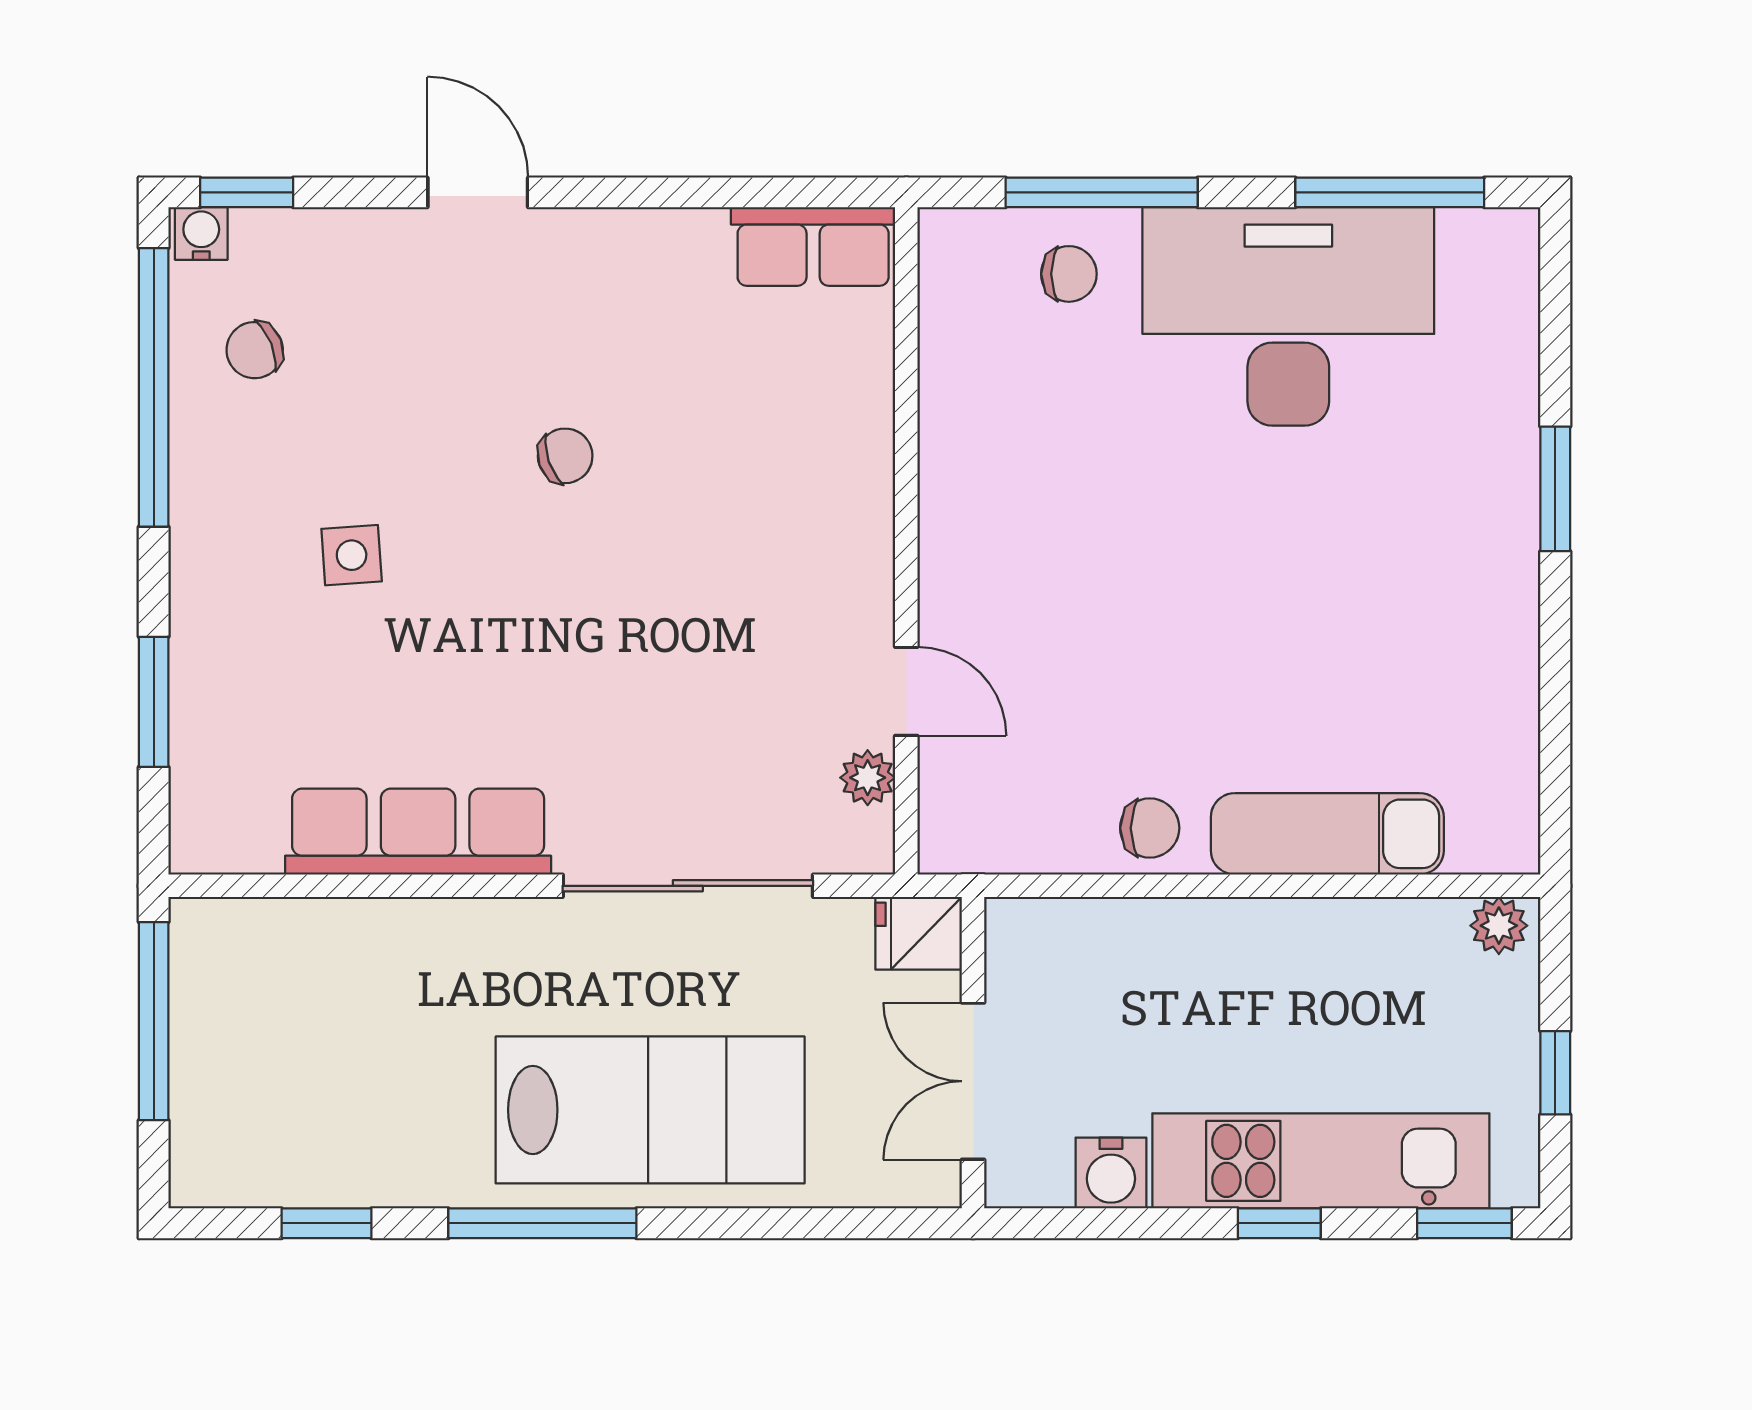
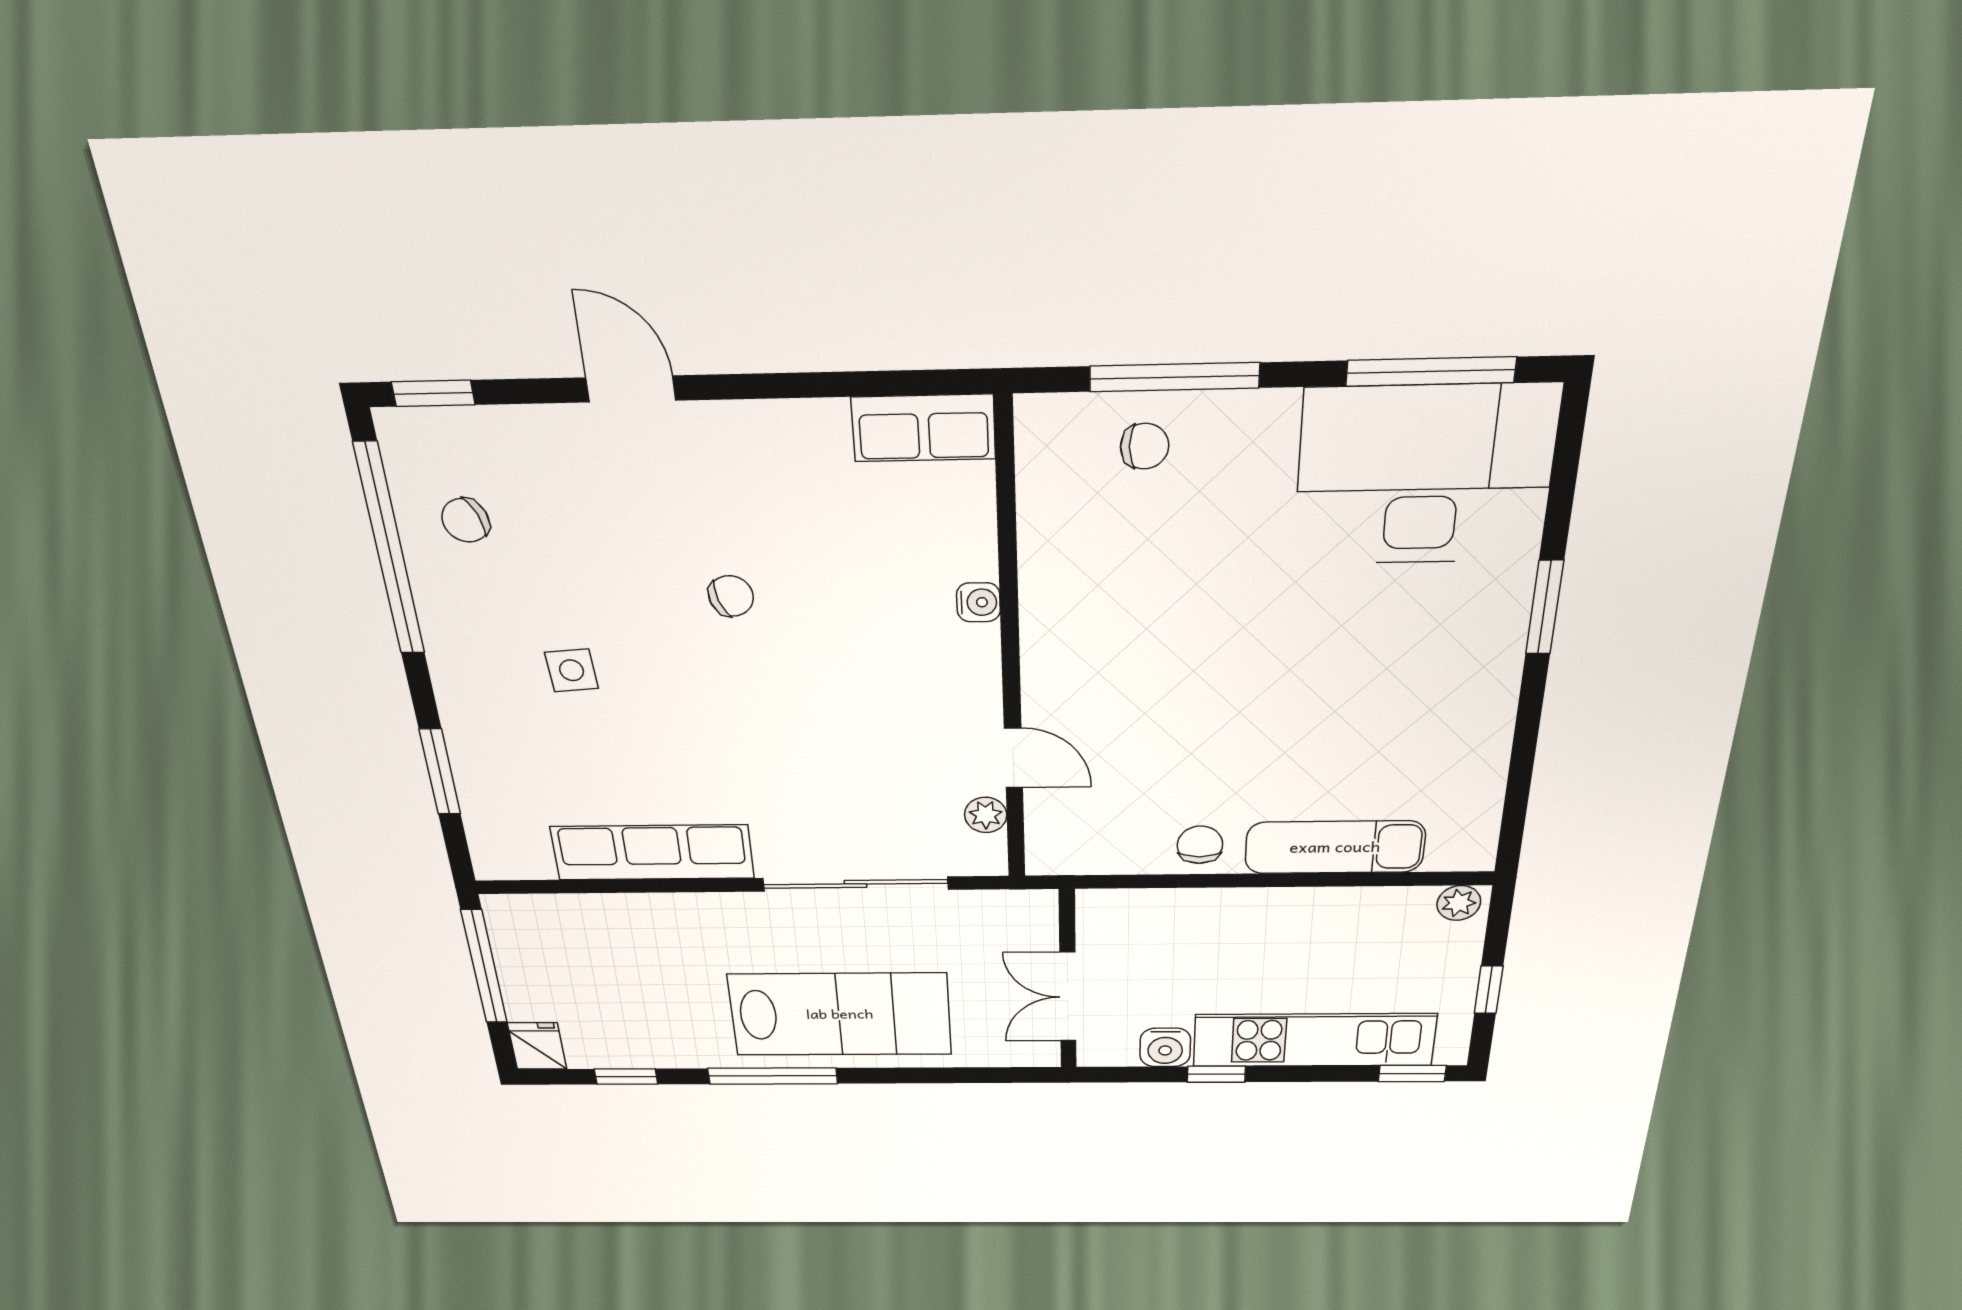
water cooler: (201, 234) -> (978, 602), moved, turned 90
desk: (1288, 316) -> (1424, 475), moved
chair: (1150, 828) -> (1200, 845), turned -90
fridge: (919, 933) -> (537, 1046), moved, turned 90
window: (1279, 1223) -> (1216, 1074), moved

